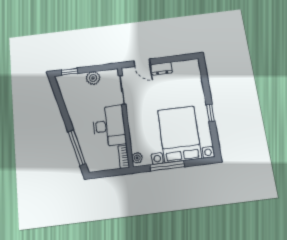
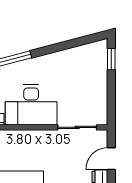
plant: (93, 78) -> (98, 90), removed

